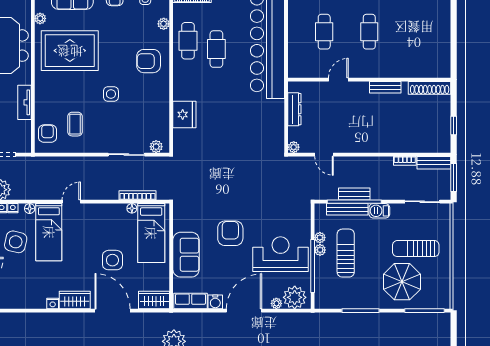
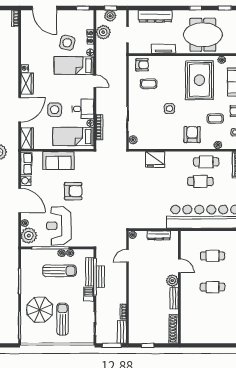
coffee table: (125, 28) -> (215, 119), added
plant: (360, 90) -> (172, 281), added
desk: (111, 219) -> (83, 109), added
reception desk: (281, 254) -> (59, 226), turned 180

